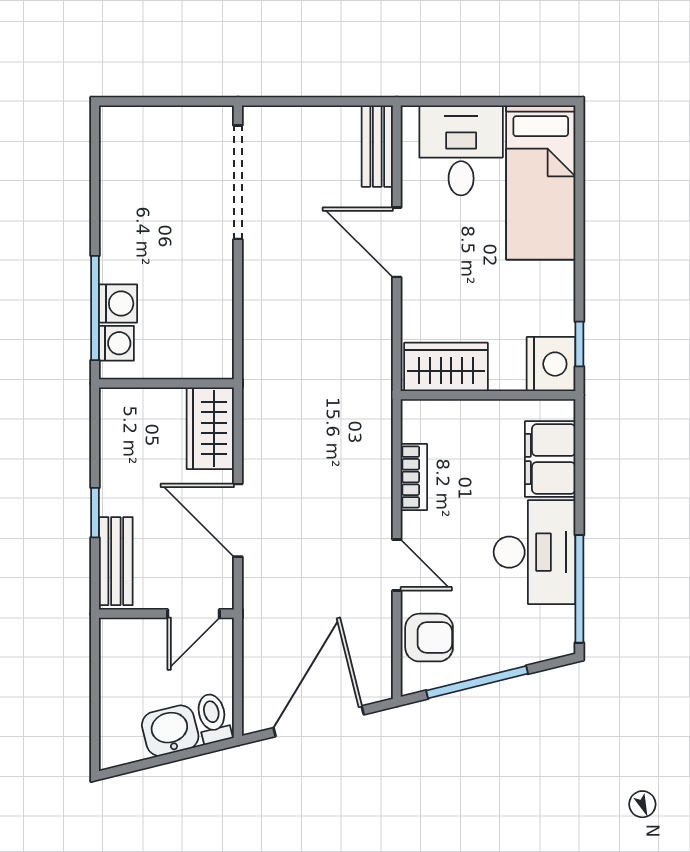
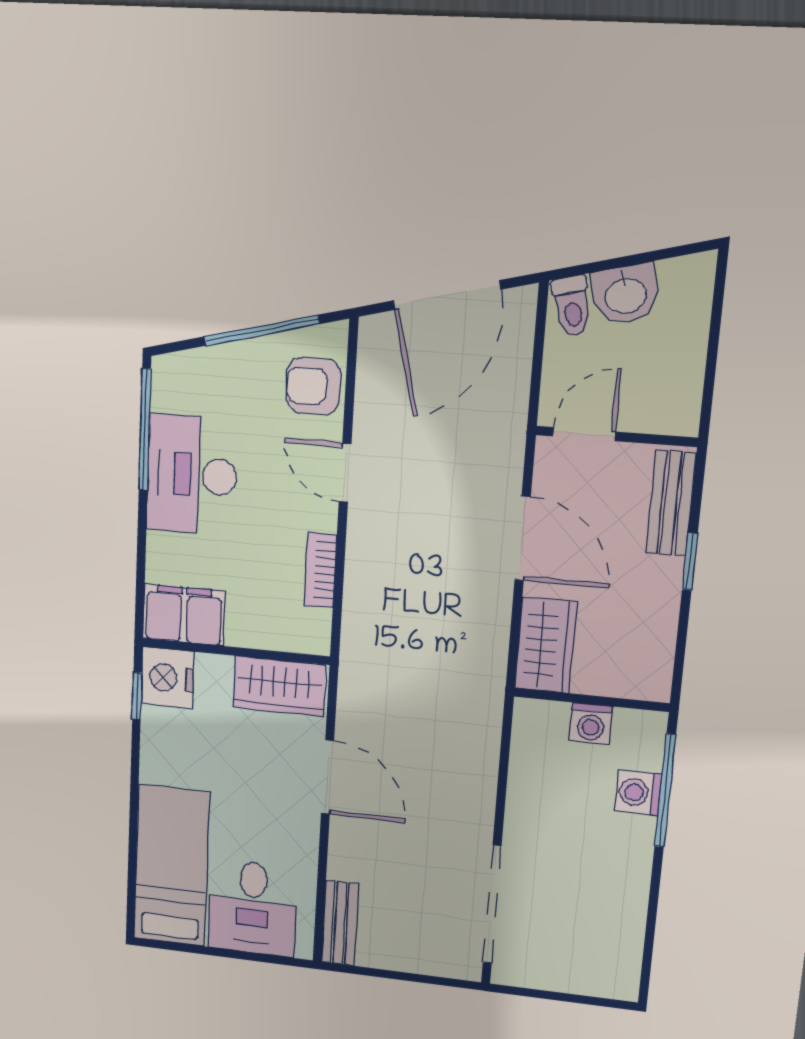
door: (397, 242) -> (328, 777), moved
washing machine: (116, 343) -> (591, 724), moved, turned -90
filing cabinet: (550, 459) -> (184, 615), moved, turned -90

